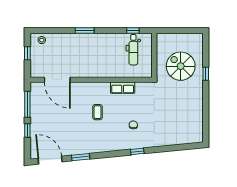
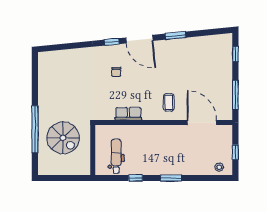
window: (133, 30) -> (136, 178), moved
window: (206, 74) -> (35, 129), width x3.17
coffee table: (98, 112) -> (169, 102), moved
window: (27, 130) -> (235, 54), moved
door: (50, 160) -> (139, 39), moved

